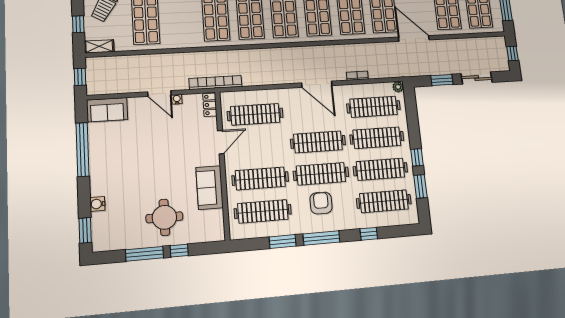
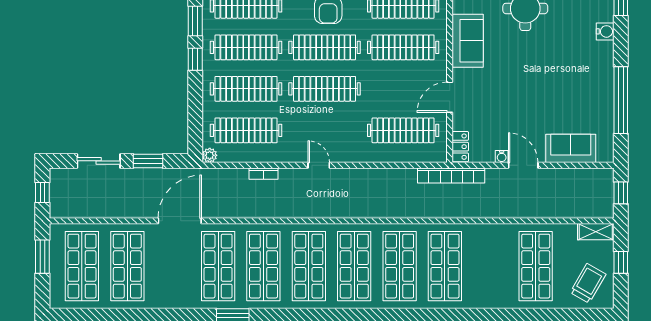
door: (414, 39) -> (180, 221), swing flipped
door: (317, 84) -> (319, 165), width x0.53
sofa: (107, 110) -> (571, 148), moved

